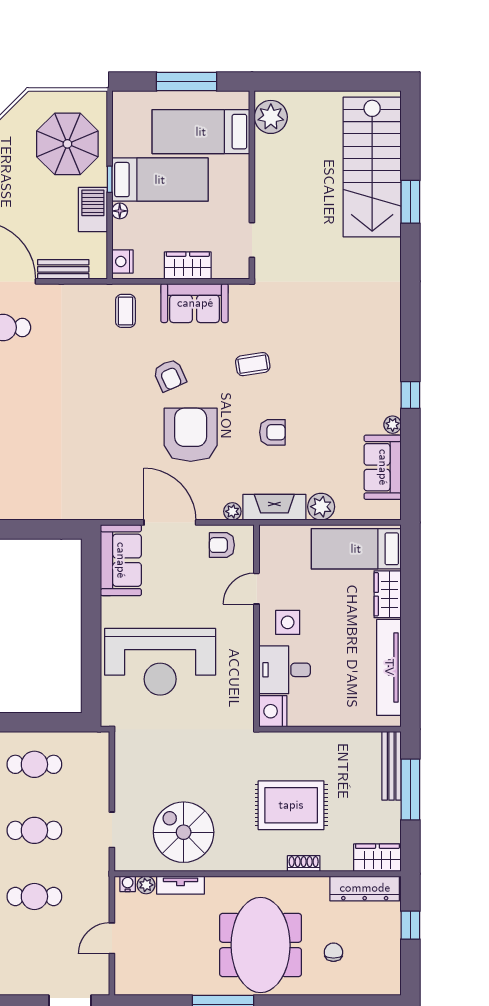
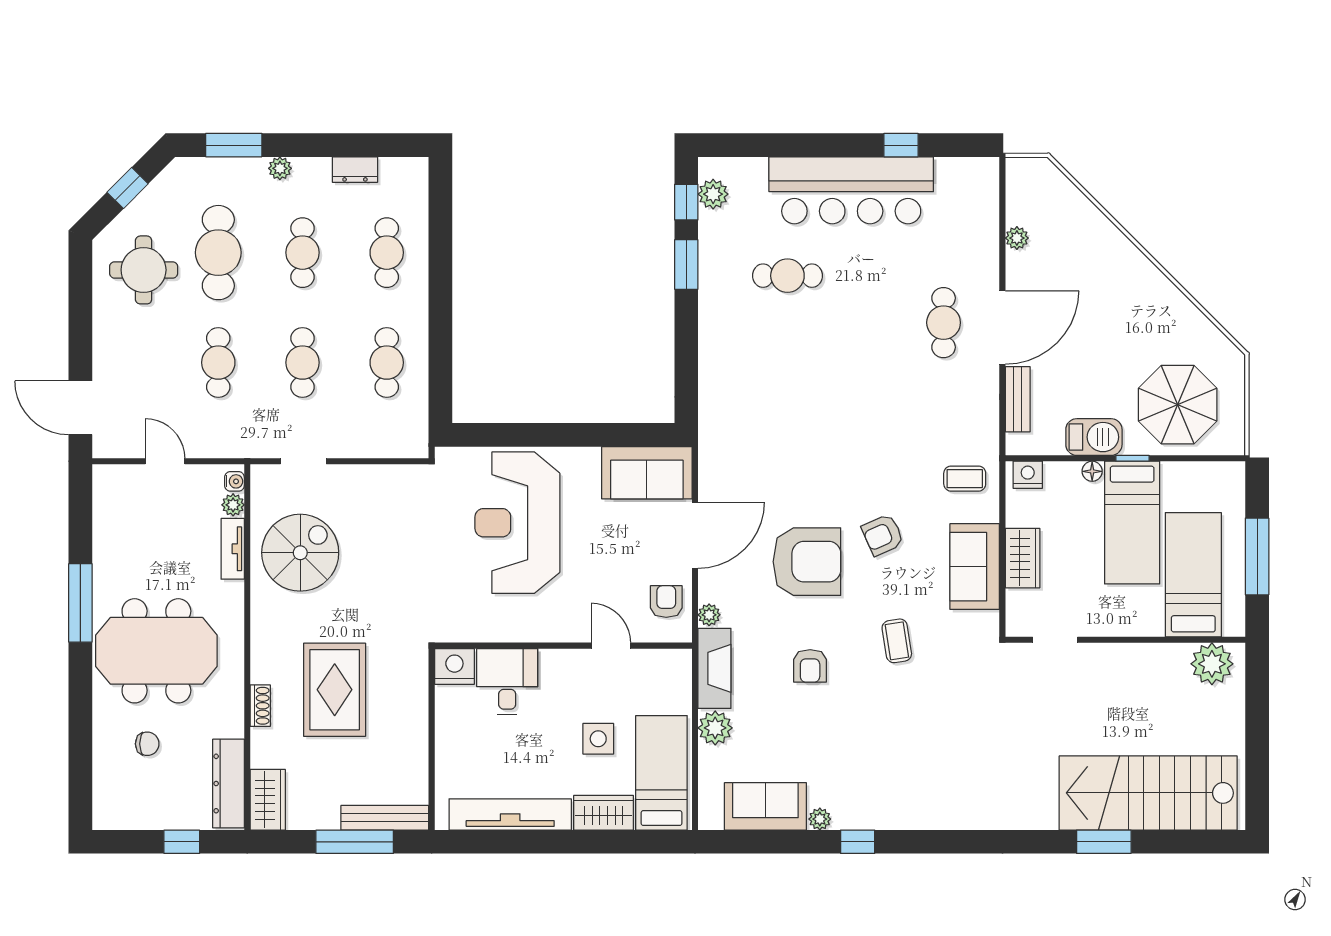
side table: (288, 622) -> (598, 739), moved

